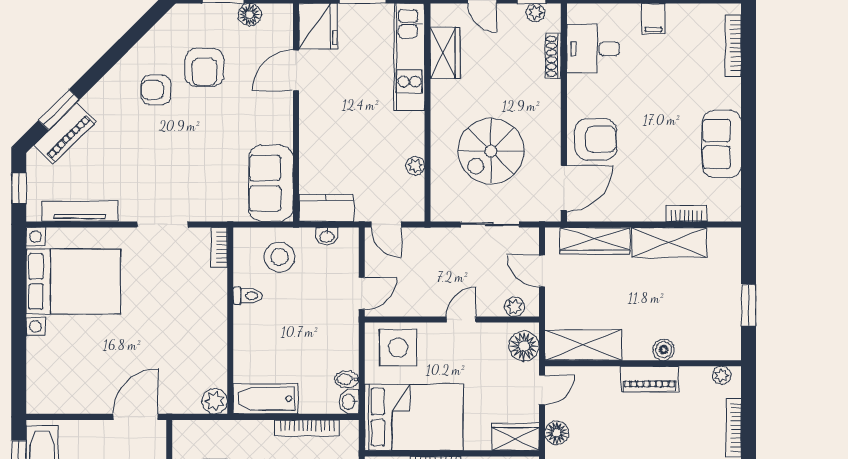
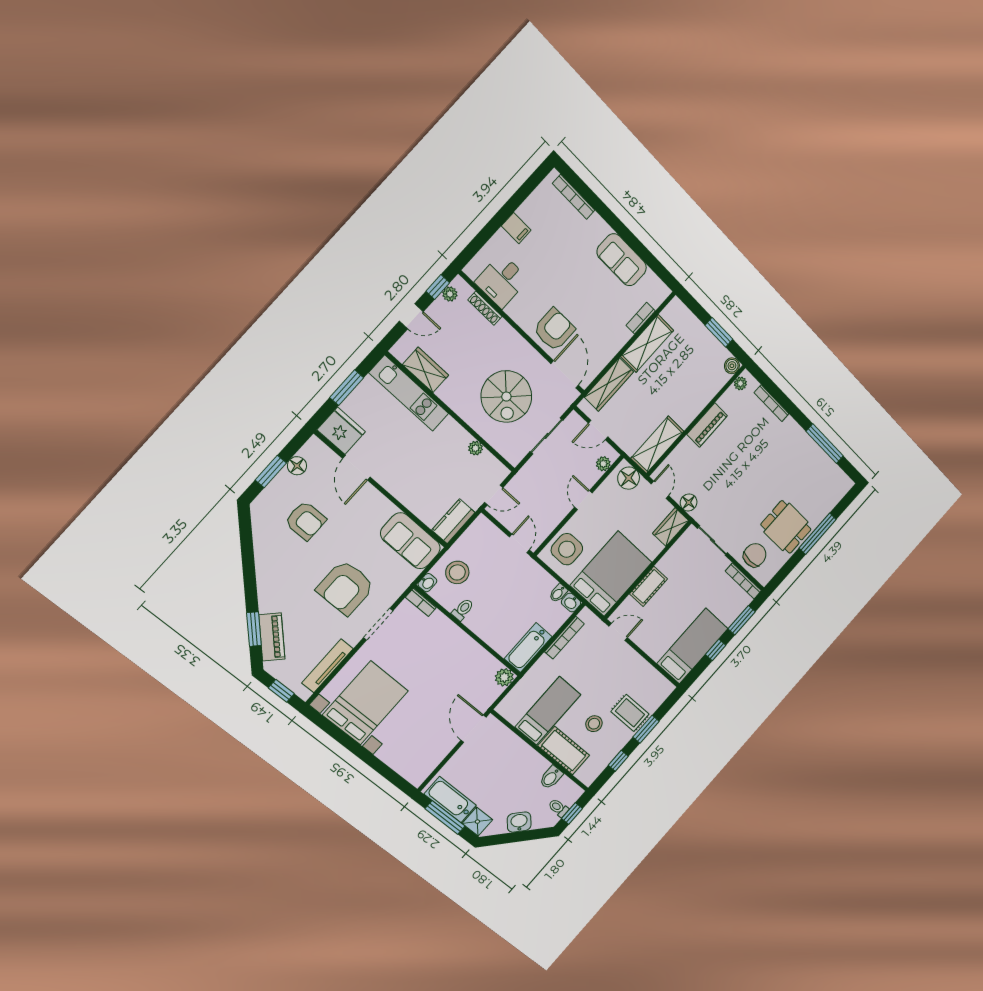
armchair: (156, 90) -> (346, 588), moved, width x1.88, depth x1.88
washbasin: (327, 236) -> (427, 583), moved
boiler: (664, 350) -> (732, 366), moved

